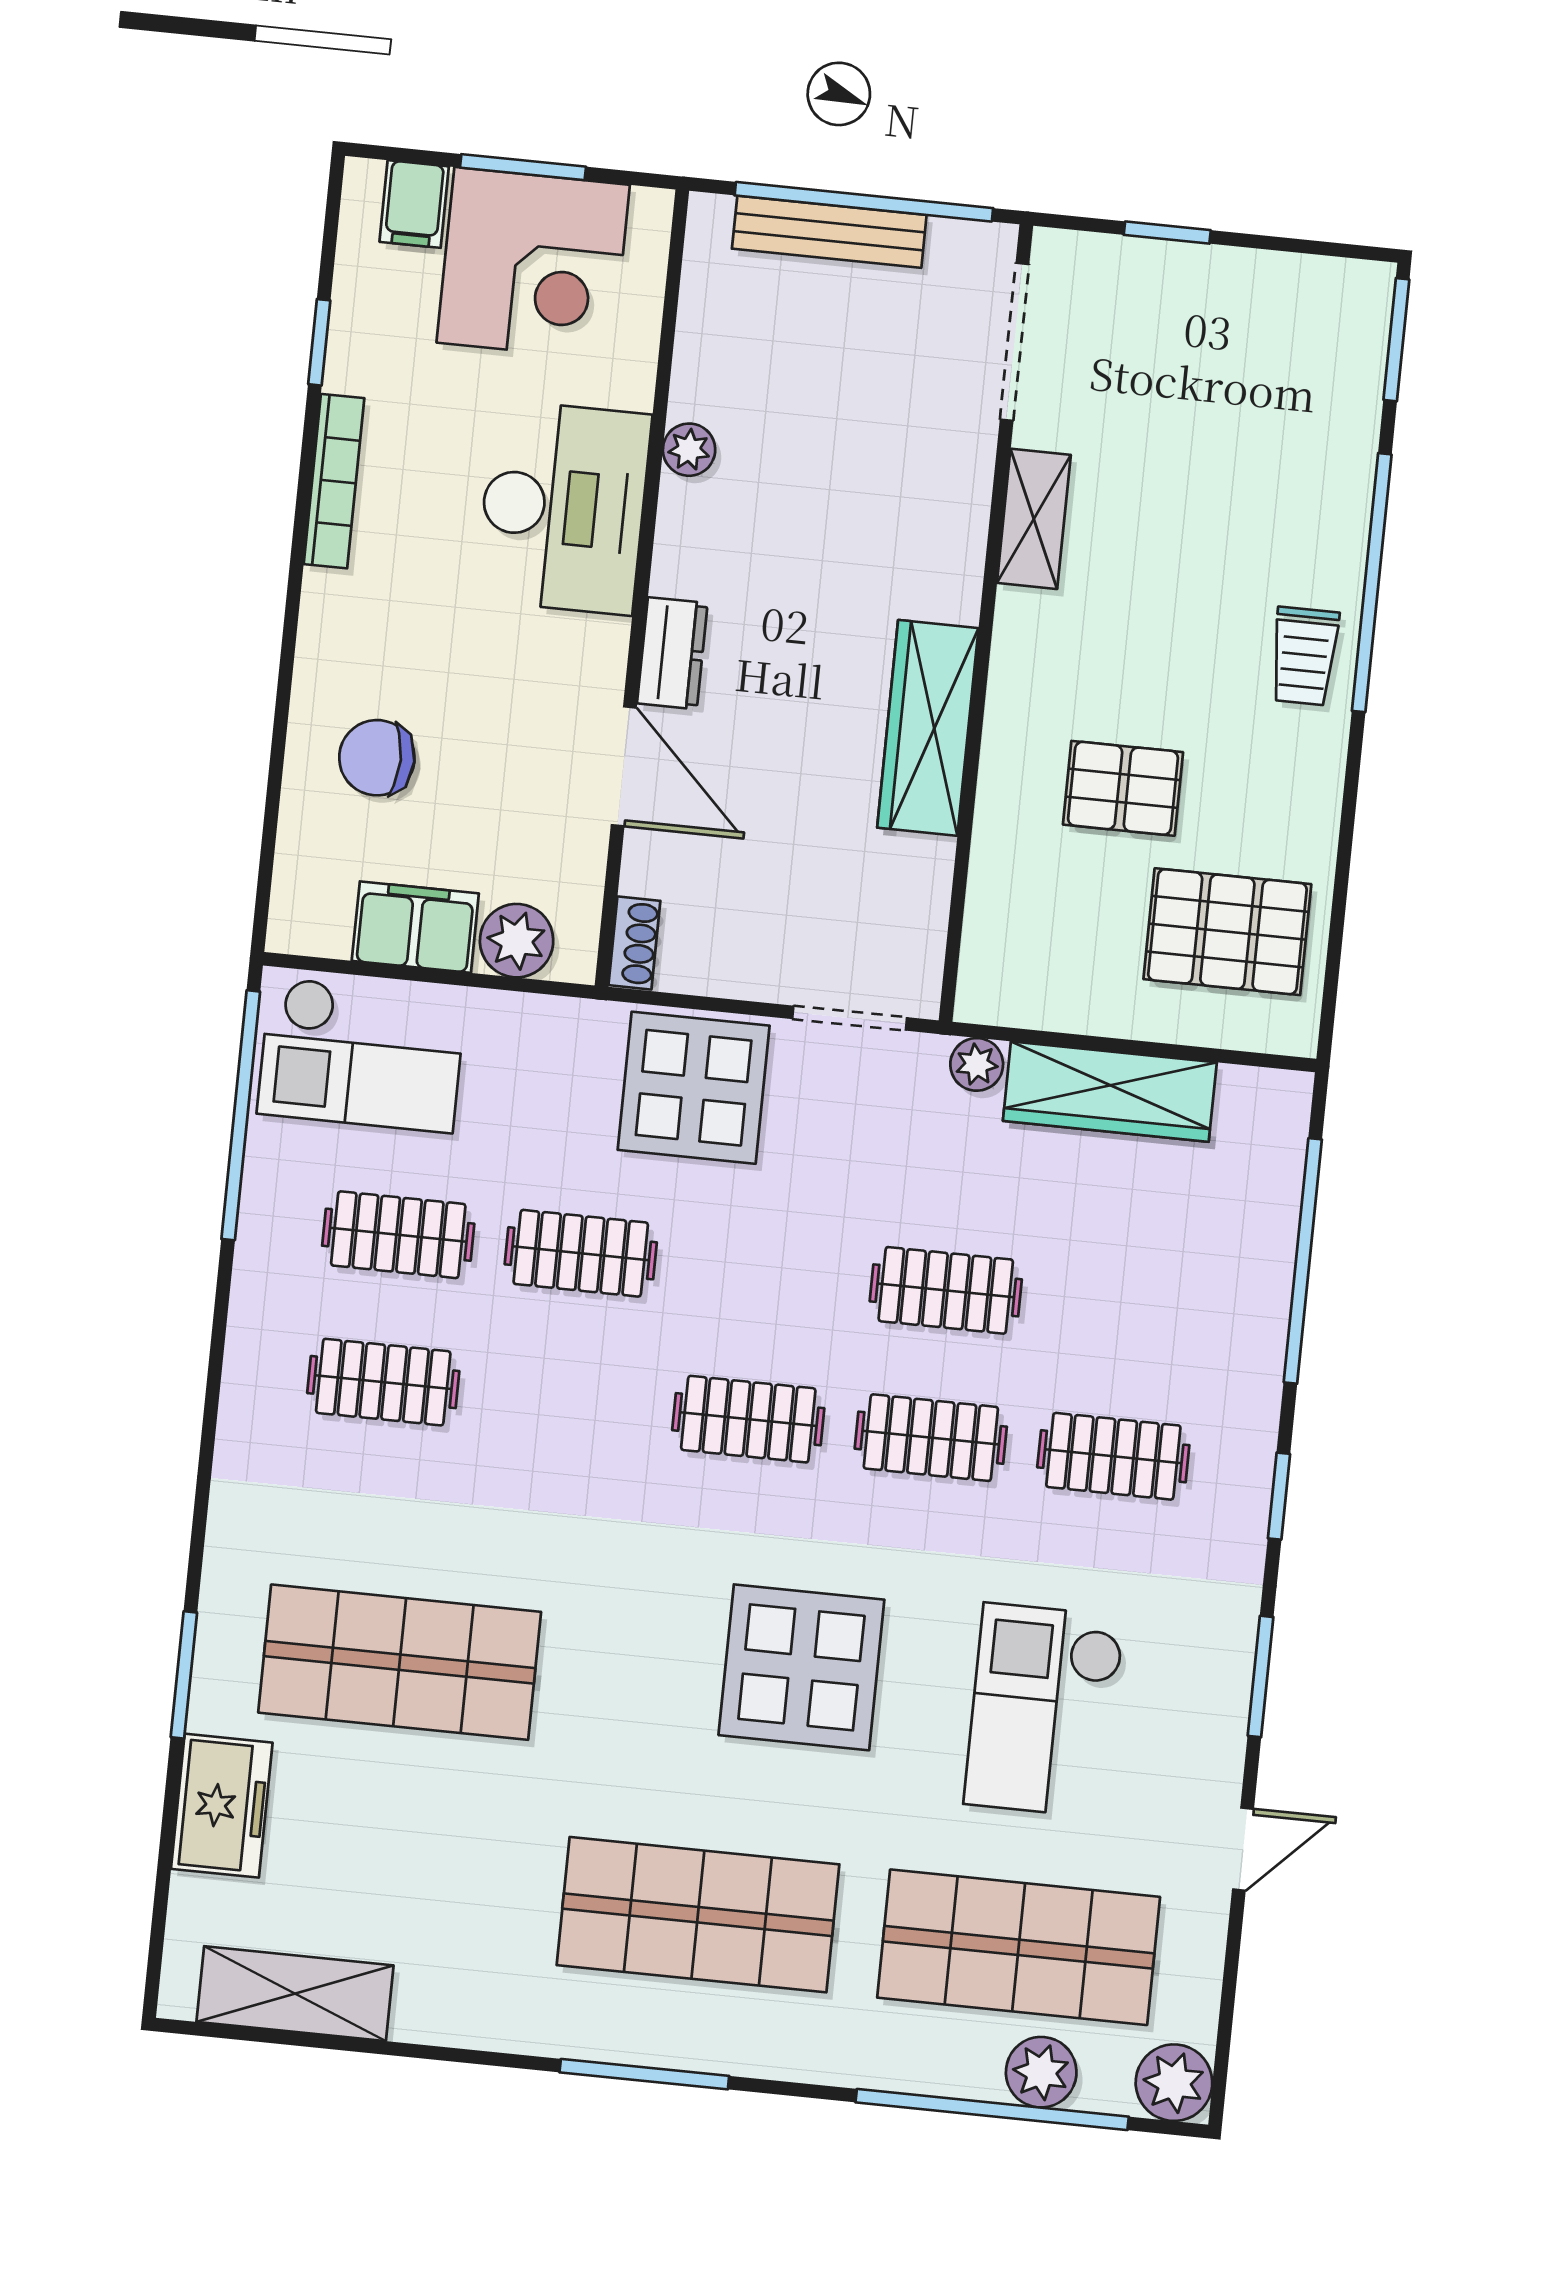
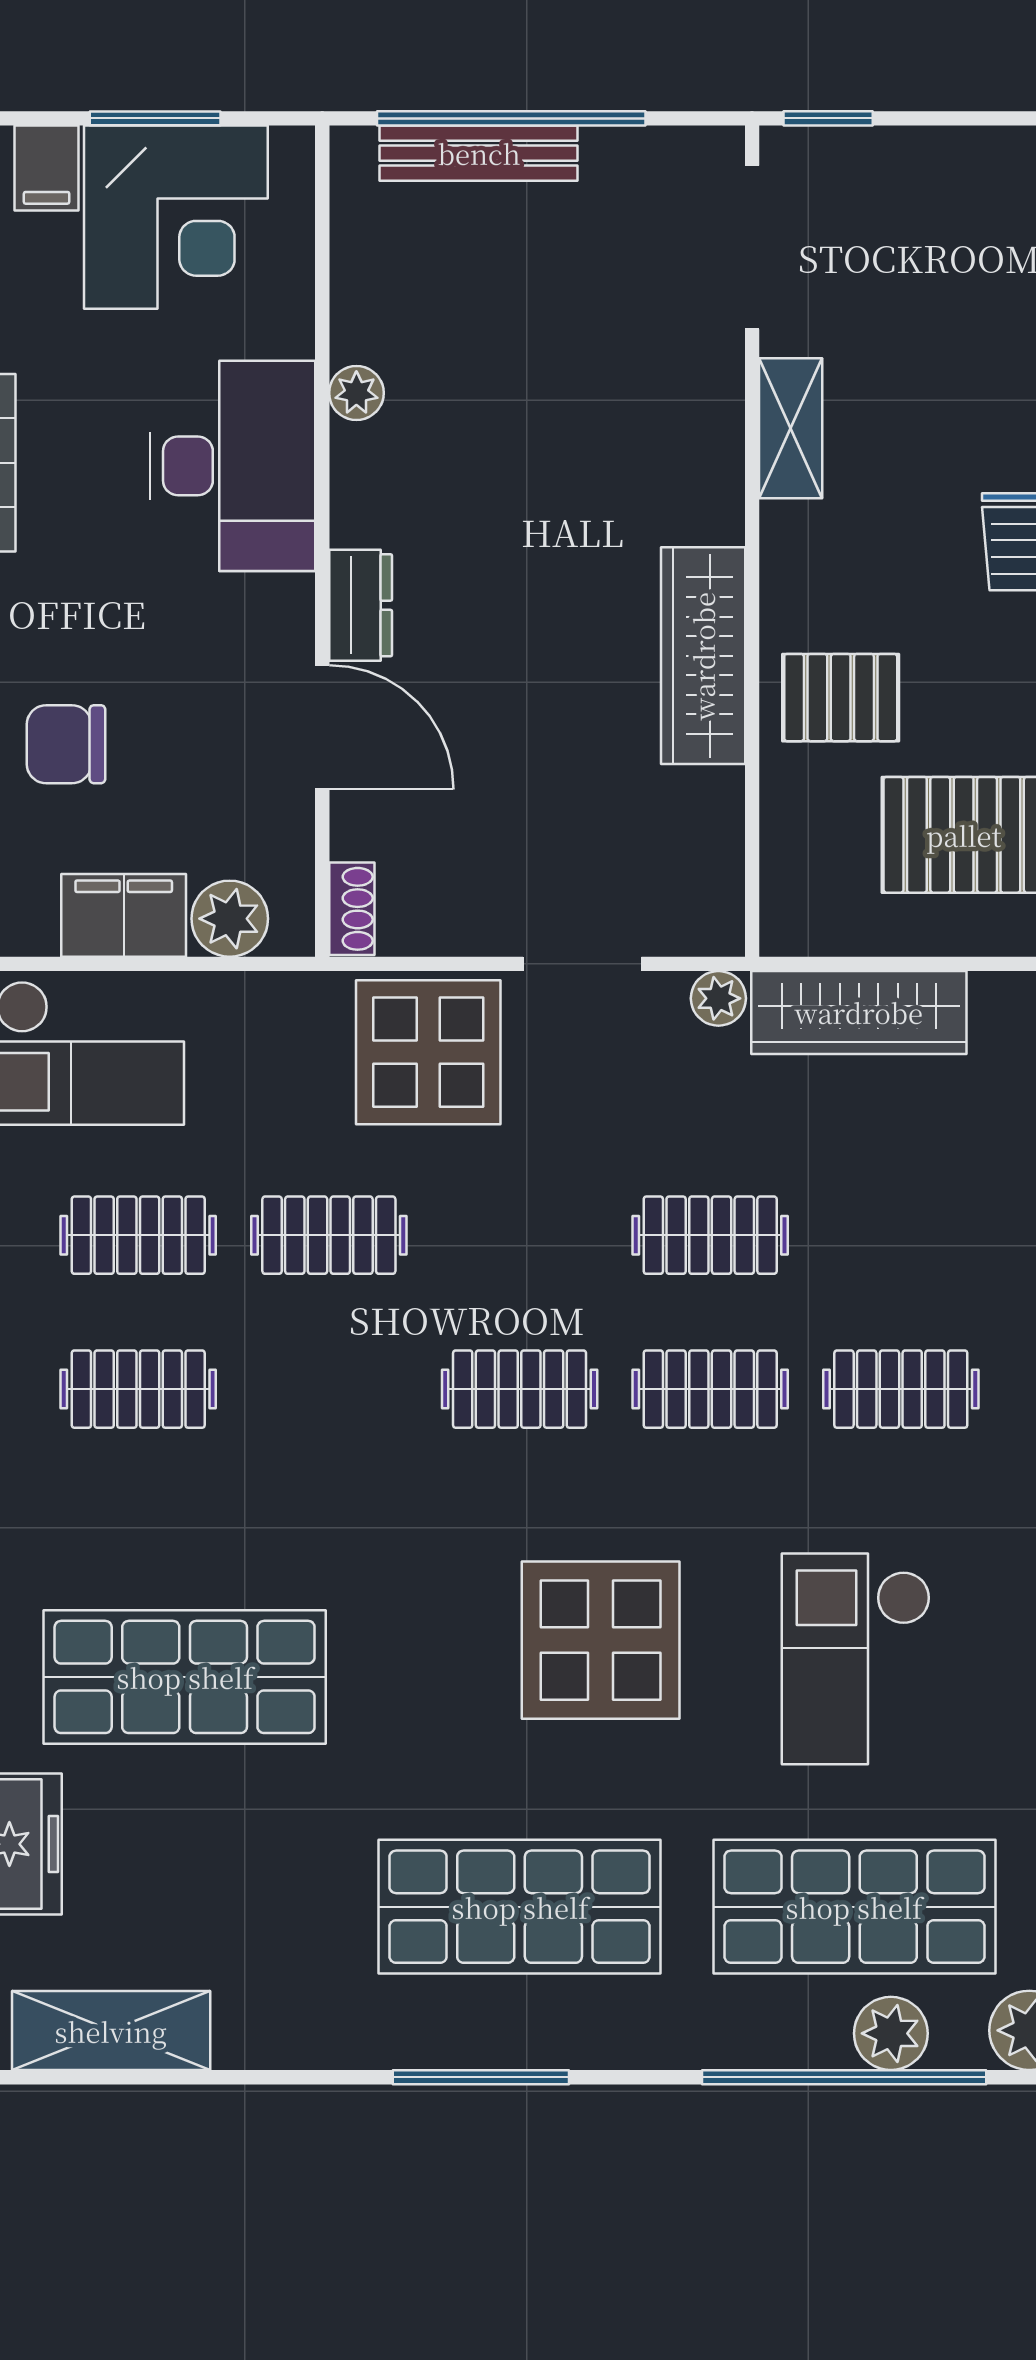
doorway: (1014, 342) -> (752, 247), moved
shelving: (1034, 519) -> (791, 428), moved
wall: (986, 623) -> (752, 541), moved
wardrobe: (928, 728) -> (703, 656), moved

